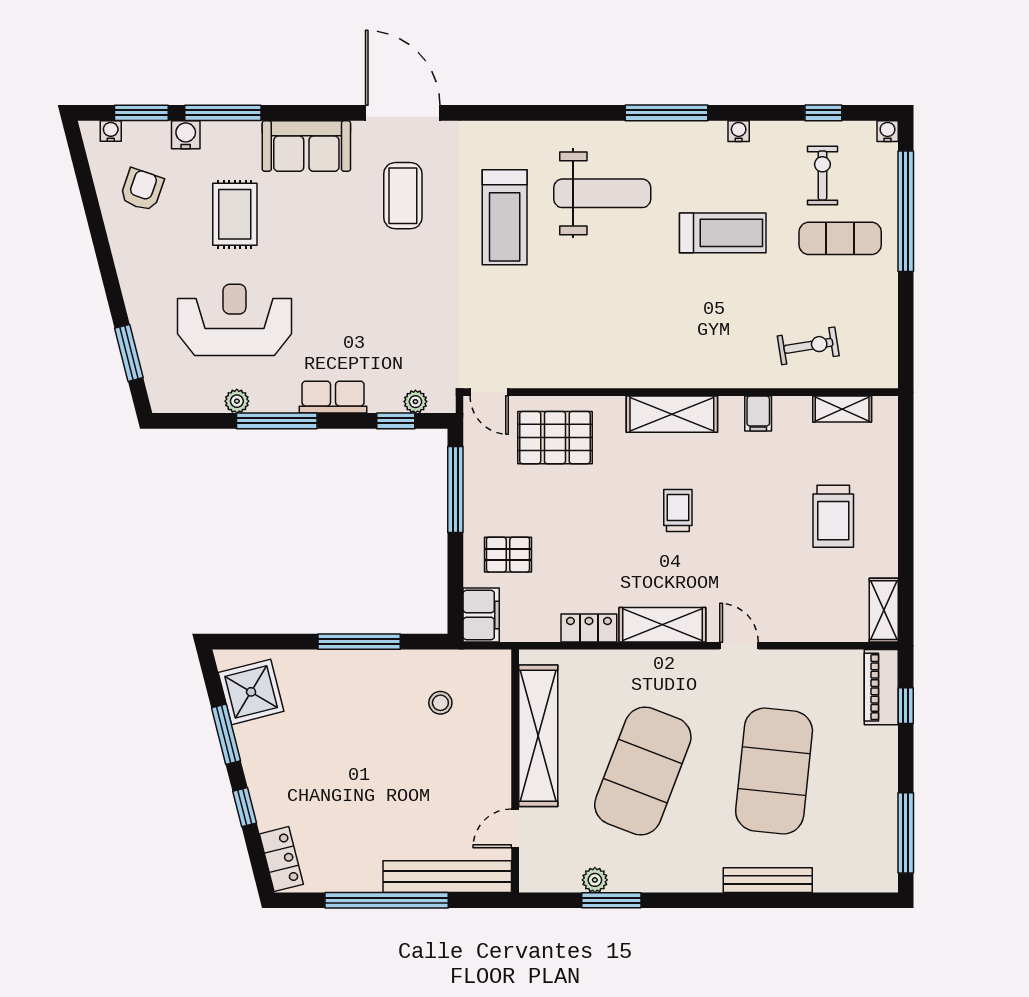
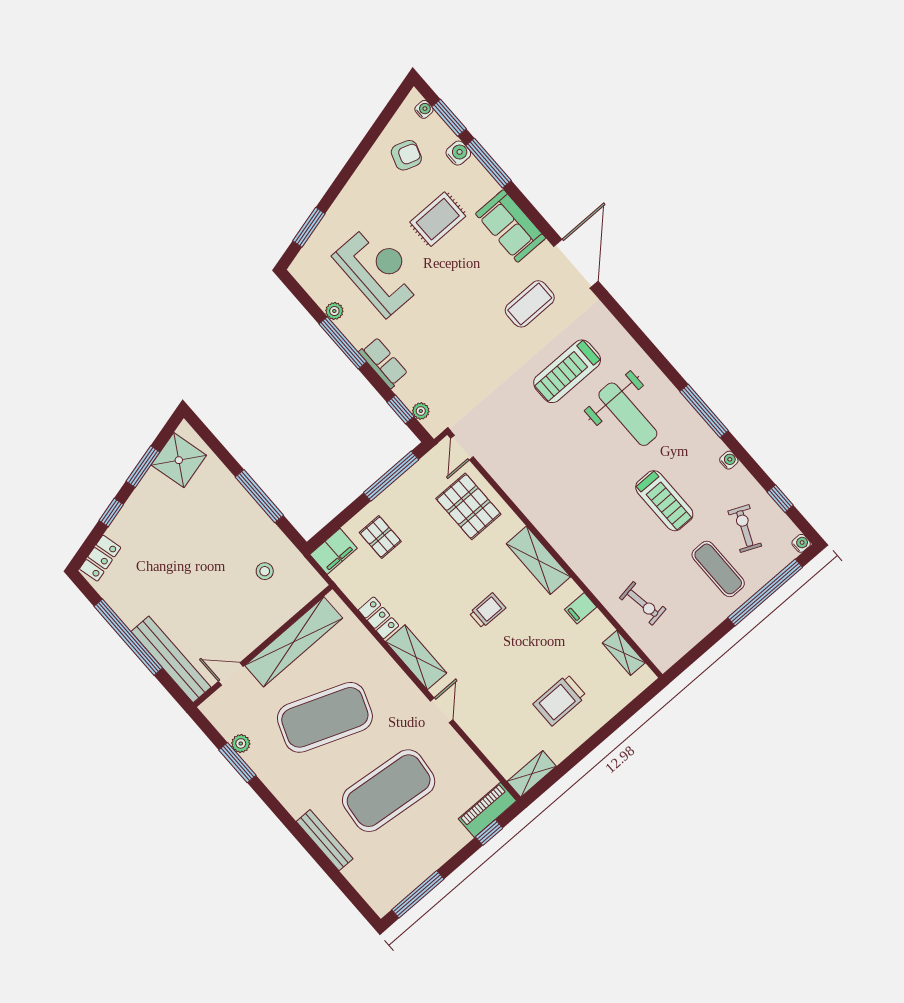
exercise bike: (822, 175) -> (745, 529), turned -66

